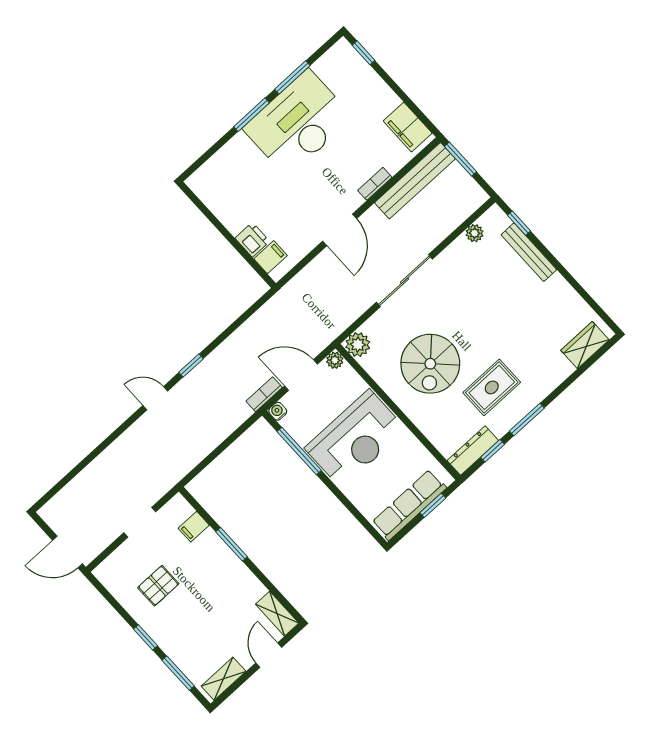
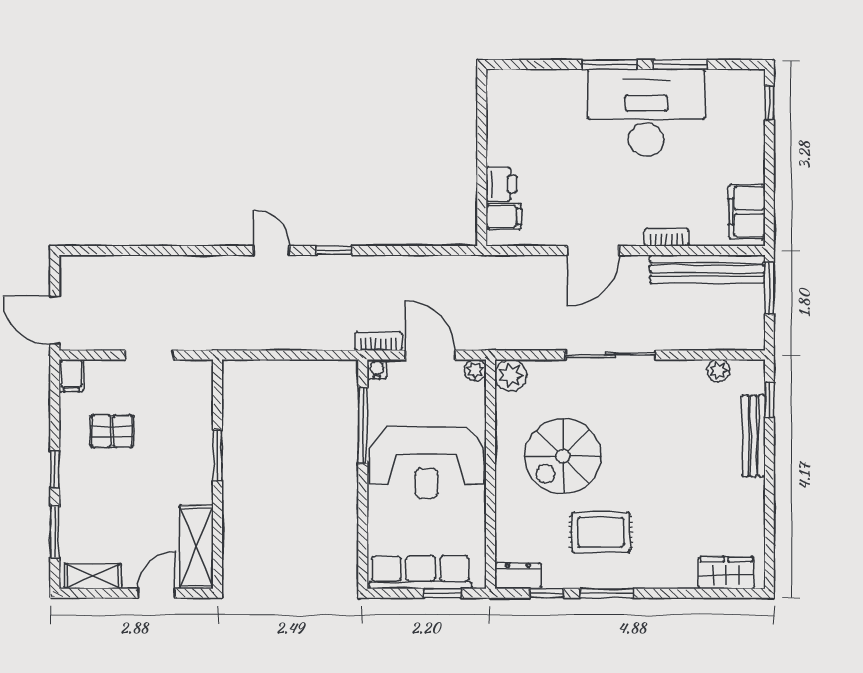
dresser: (473, 451) -> (518, 576), width x0.70
filing cabinet: (194, 527) -> (71, 376), moved, turned -90
shelving: (277, 614) -> (196, 547), width x1.50, depth x1.33

